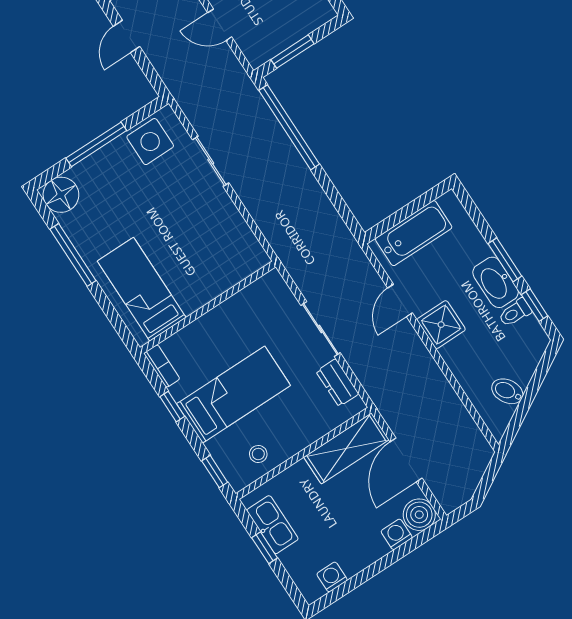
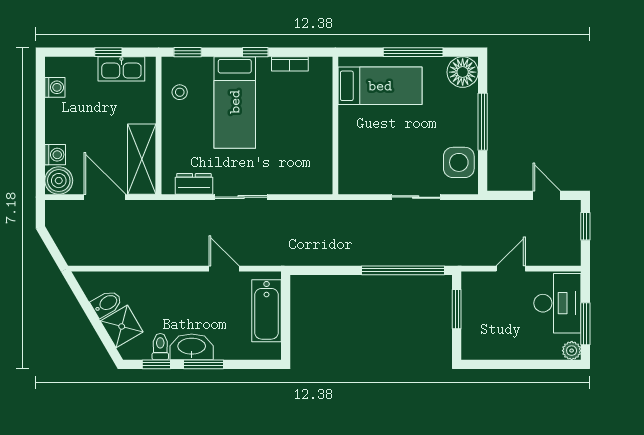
bed: (142, 289) -> (380, 86), moved
wall: (208, 307) -> (335, 125), moved
shower: (441, 325) -> (122, 326), moved, turned -30

